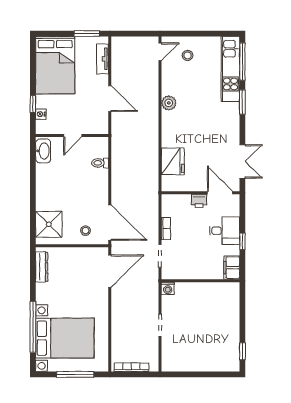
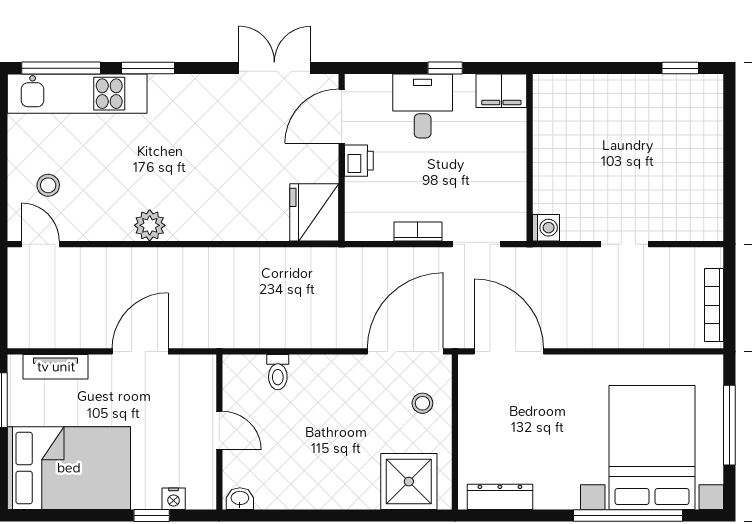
washbasin: (43, 151) -> (240, 499), width x0.52, depth x0.69
fridge: (173, 161) -> (314, 212), moved, turned -90

